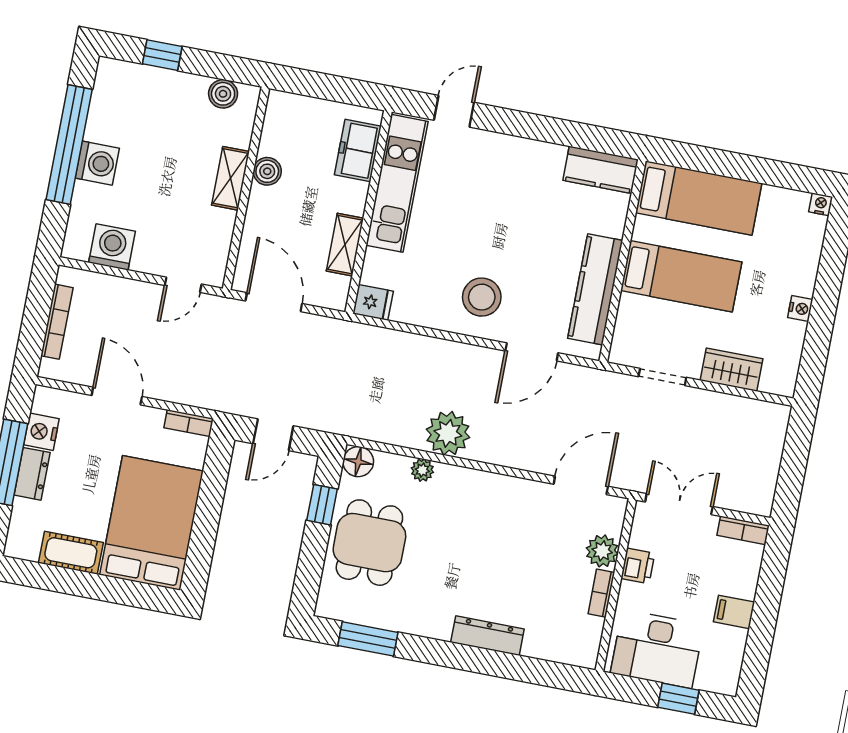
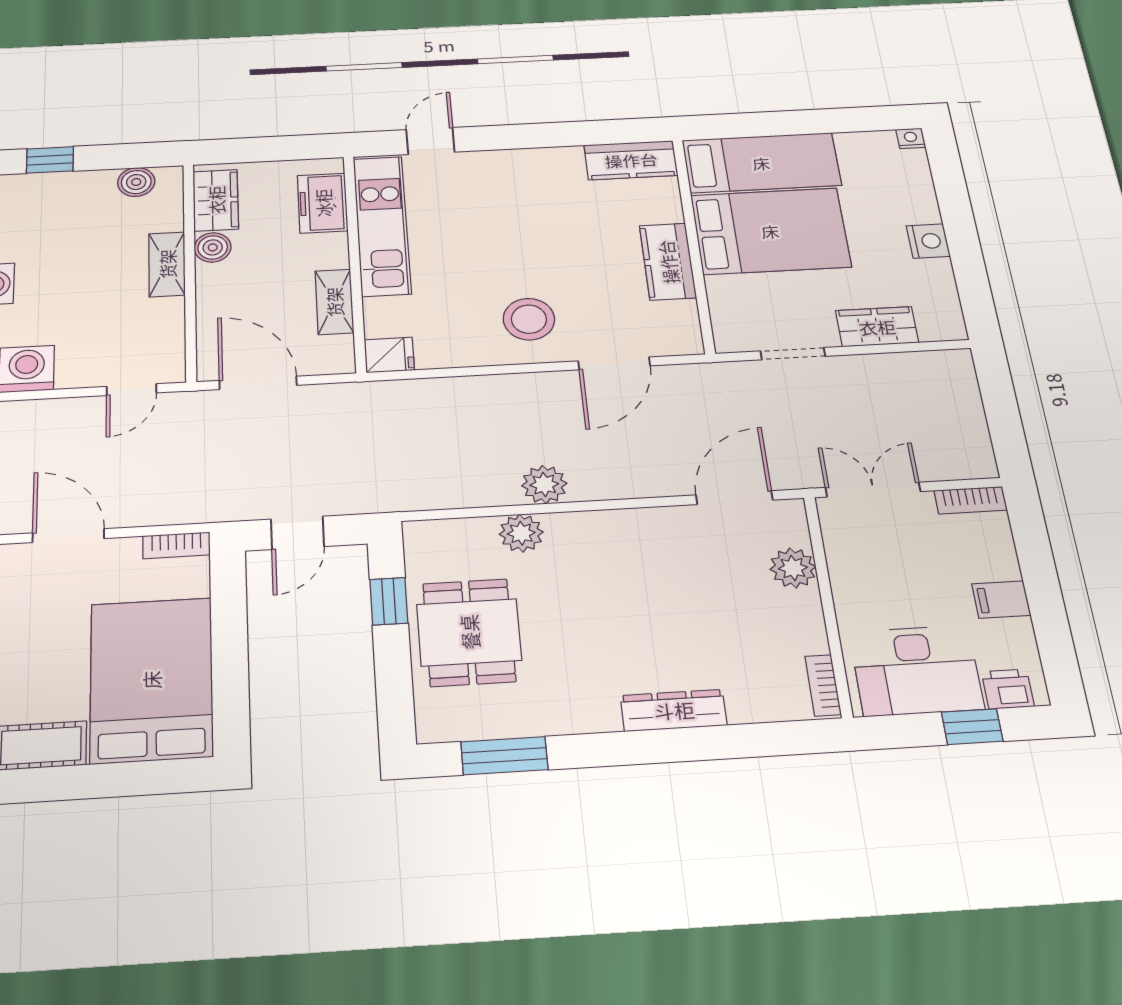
wardrobe: (279, 127) -> (216, 200), added
bed: (681, 276) -> (770, 231), width x1.50
kitchen counter: (595, 289) -> (668, 262), width x0.67
nightstand: (800, 309) -> (928, 241), width x1.39, depth x1.35
plant: (448, 433) -> (544, 484), width x0.73, depth x0.73
floor lamp: (358, 462) -> (424, 538), removed
plant: (422, 470) -> (521, 533), width x1.38, depth x1.38
printer: (638, 566) -> (1008, 689), moved, turned -90
bookcase: (601, 593) -> (823, 685), moved

